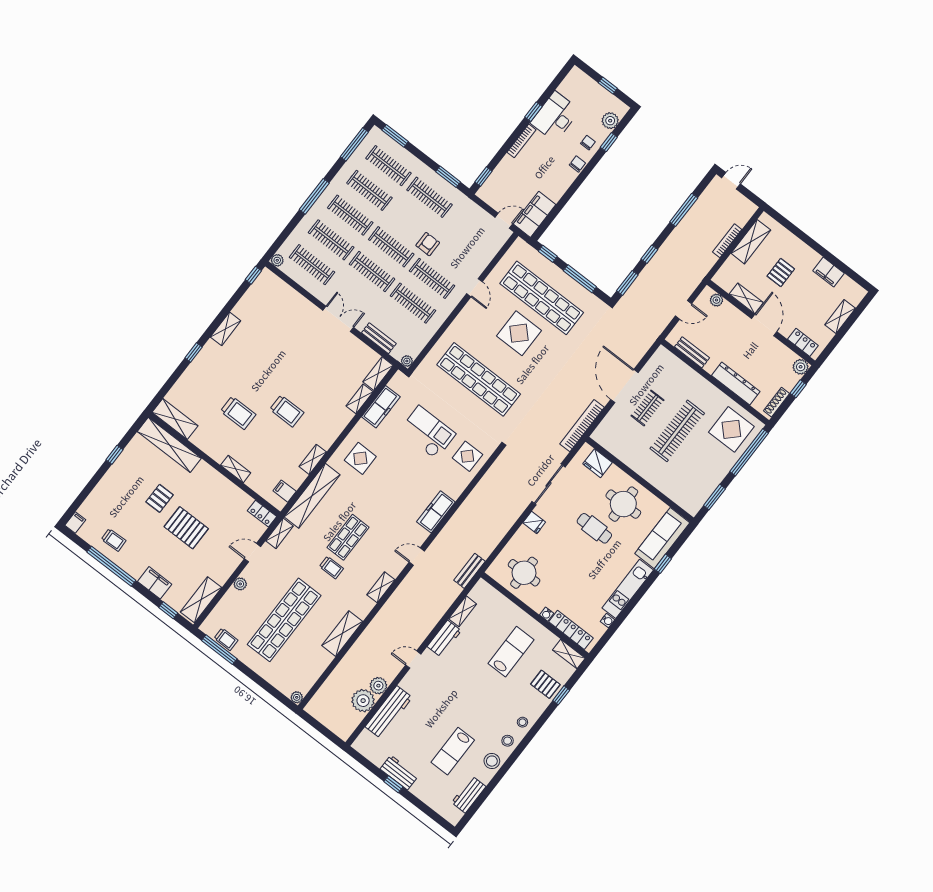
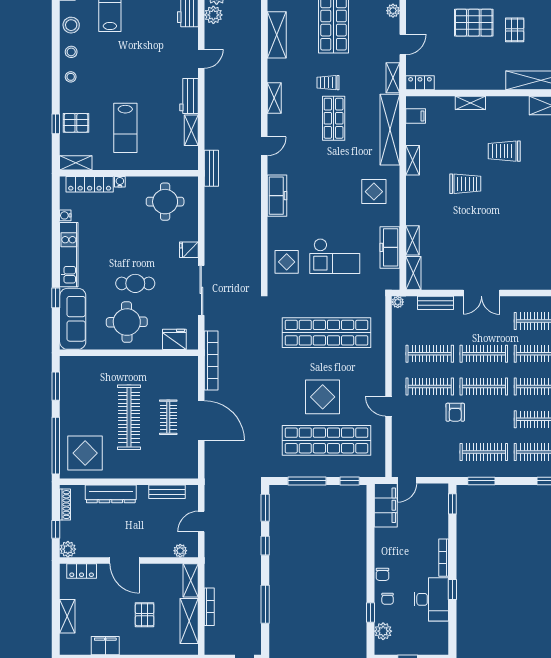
shelving: (746, 298) -> (191, 580), moved, turned 90
trolley: (287, 411) -> (465, 184), turned 180

